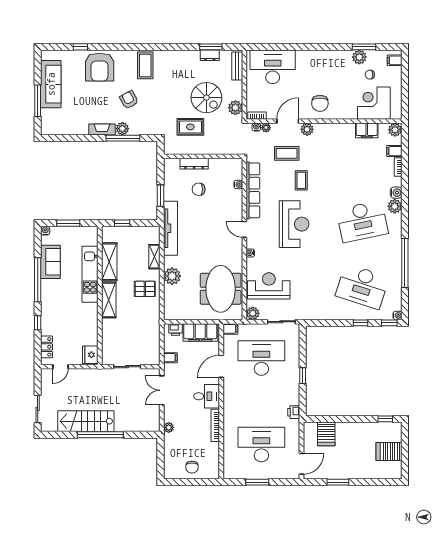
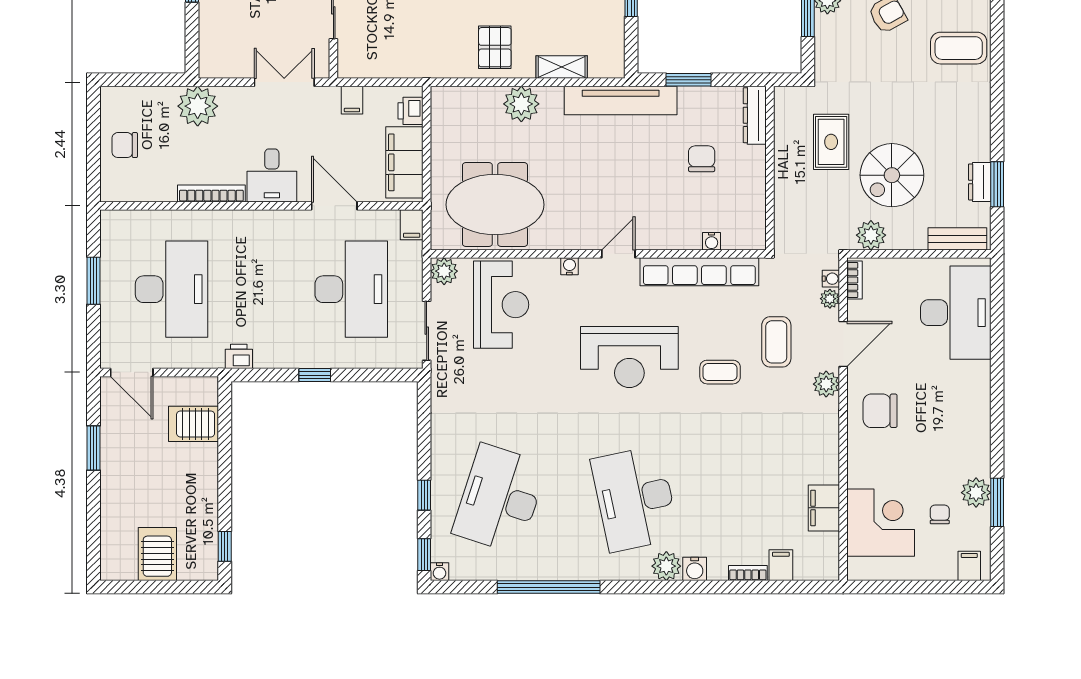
door: (288, 121) -> (843, 344), hinge flipped
plant: (395, 130) -> (825, 567), removed
dresser: (194, 164) -> (755, 115), moved
plant: (169, 427) -> (198, 106), width x1.87, depth x1.87

